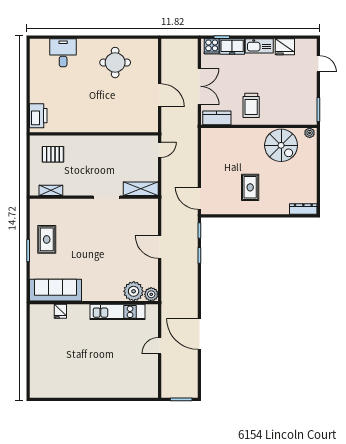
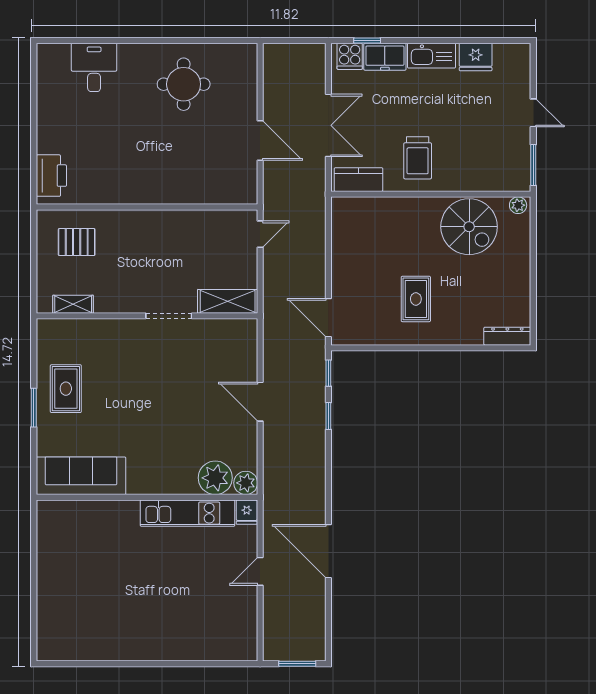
door: (318, 64) -> (533, 113), moved
fridge: (60, 311) -> (247, 512), moved

